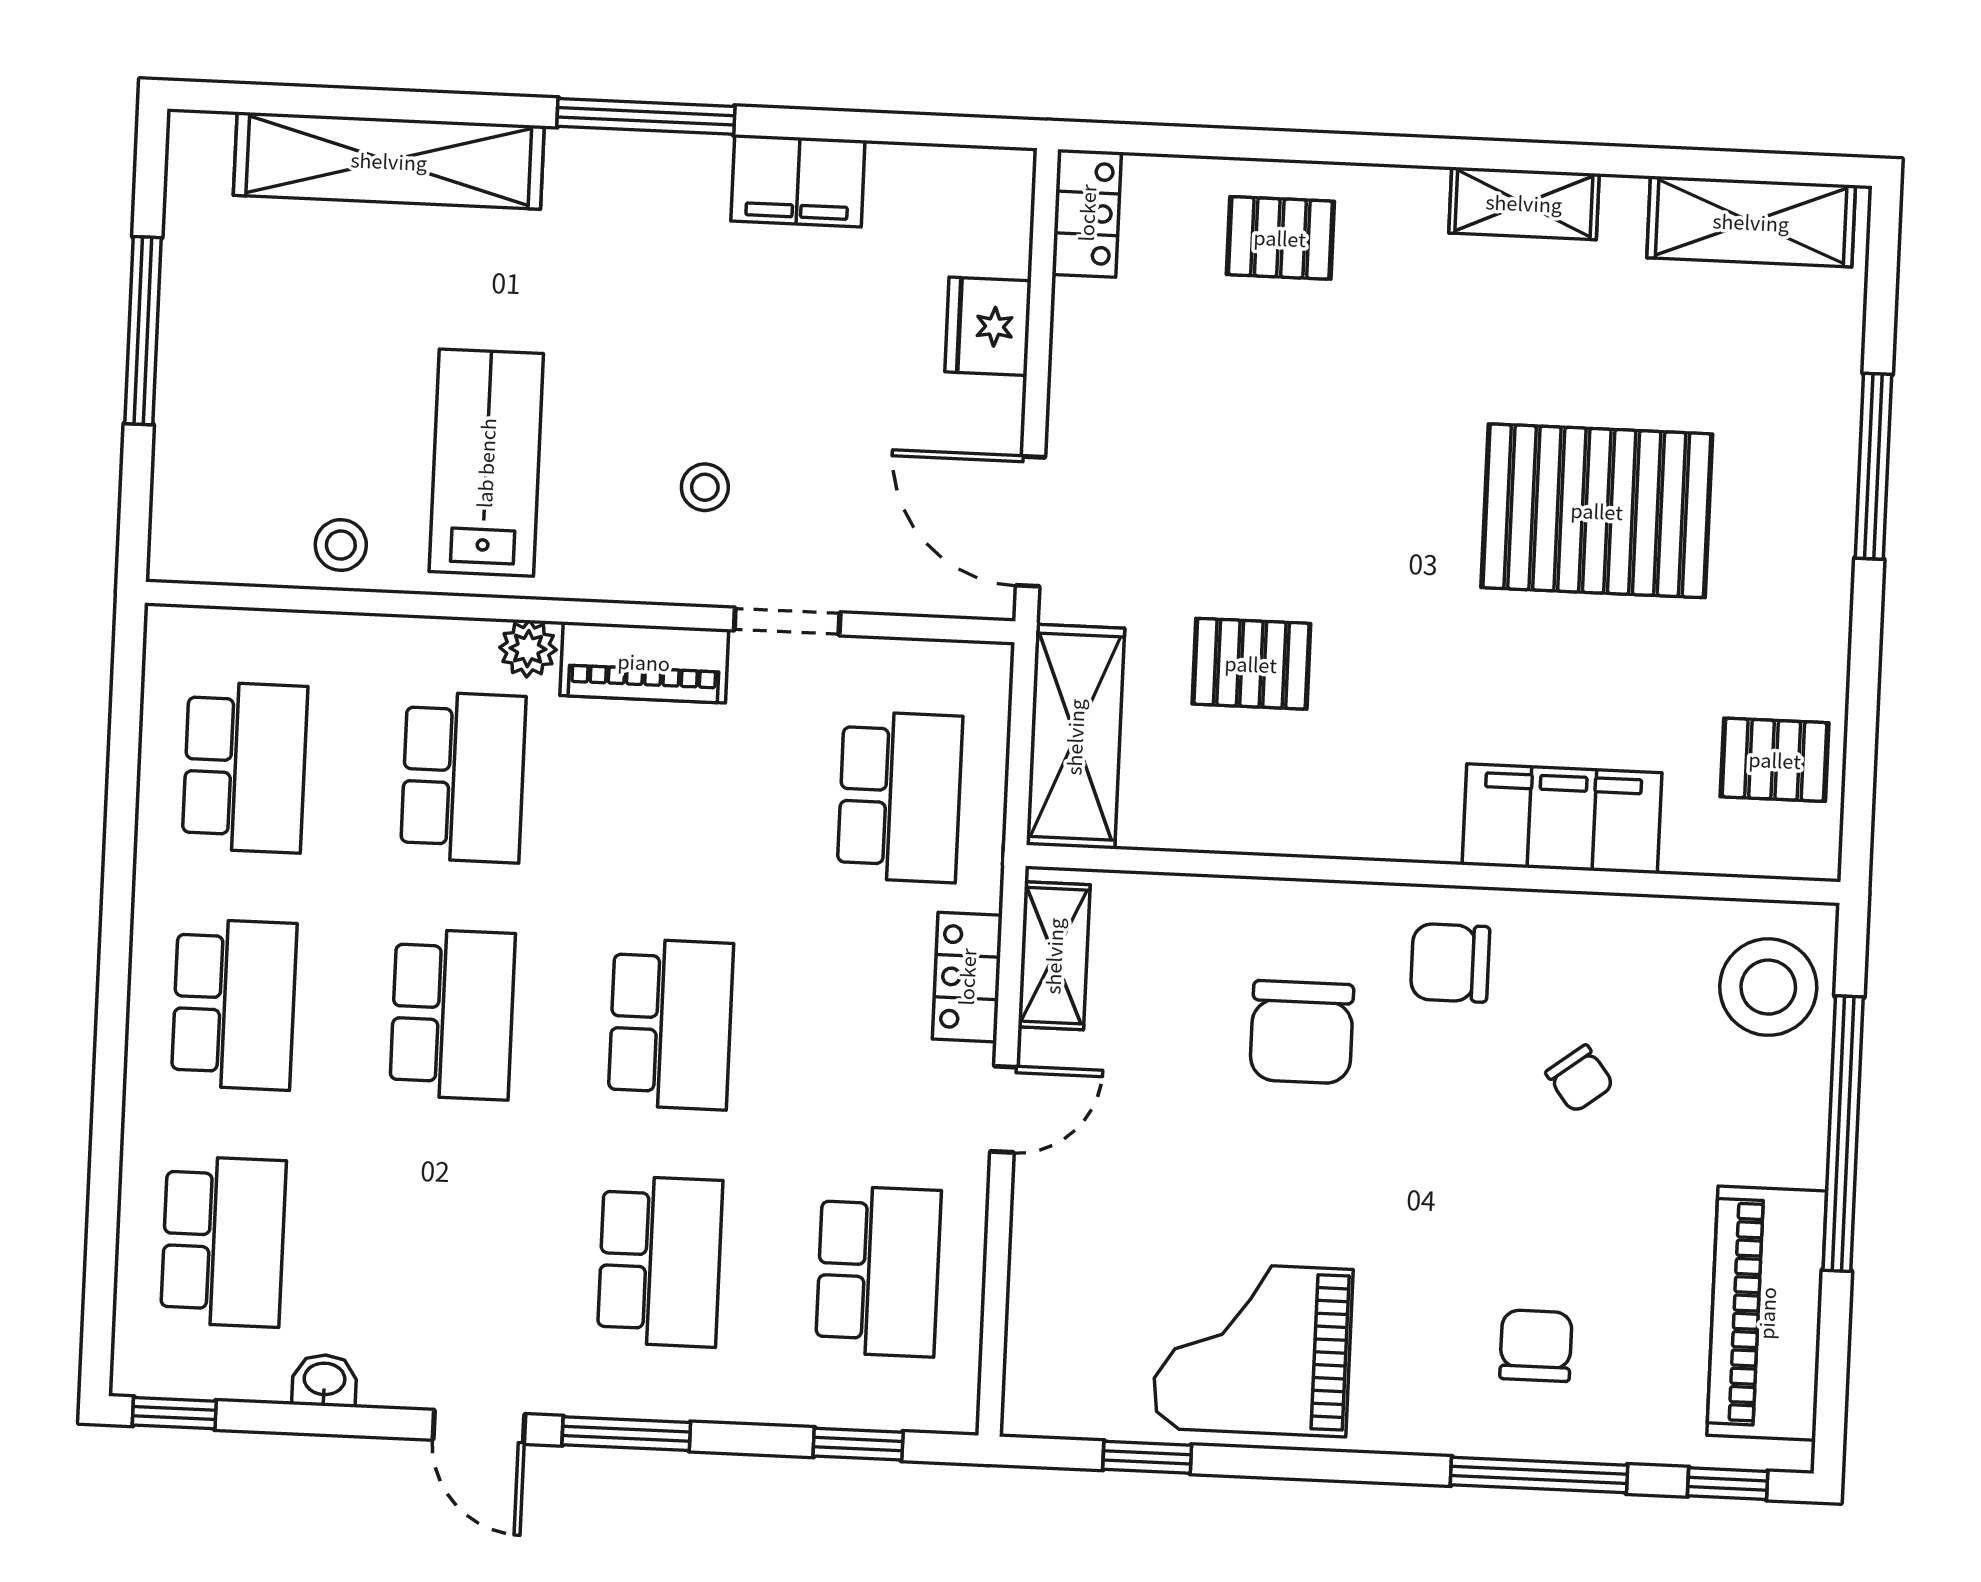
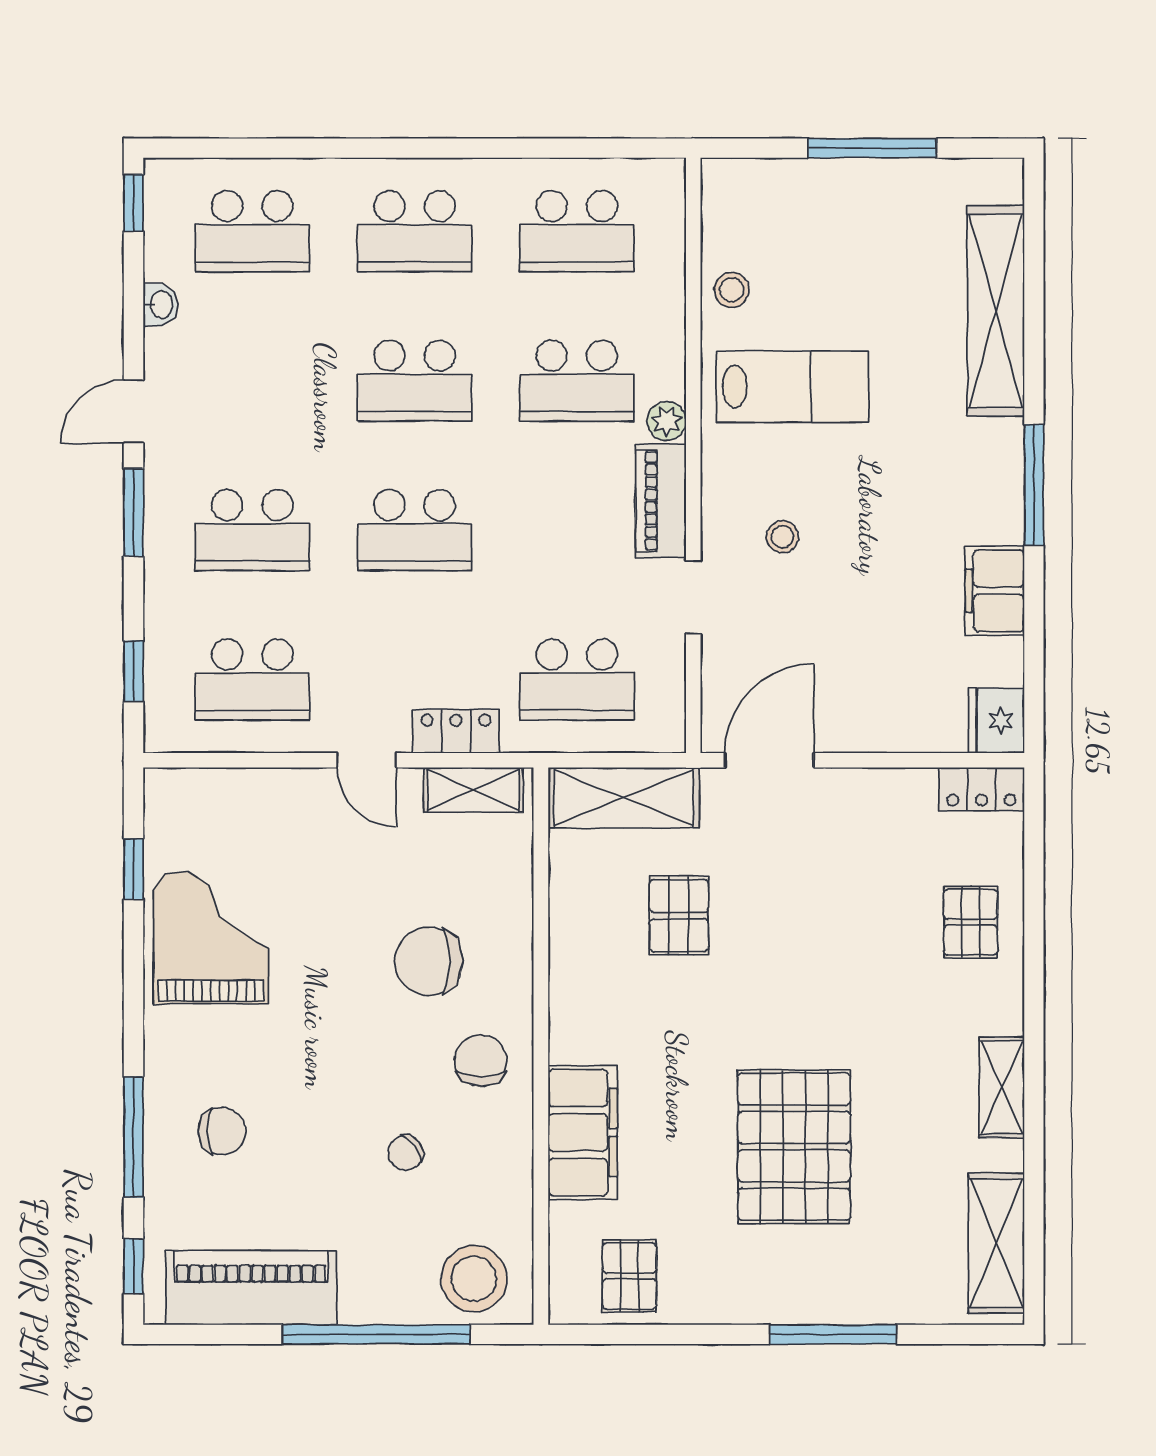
fridge: (988, 326) -> (996, 721), moved, turned -90

